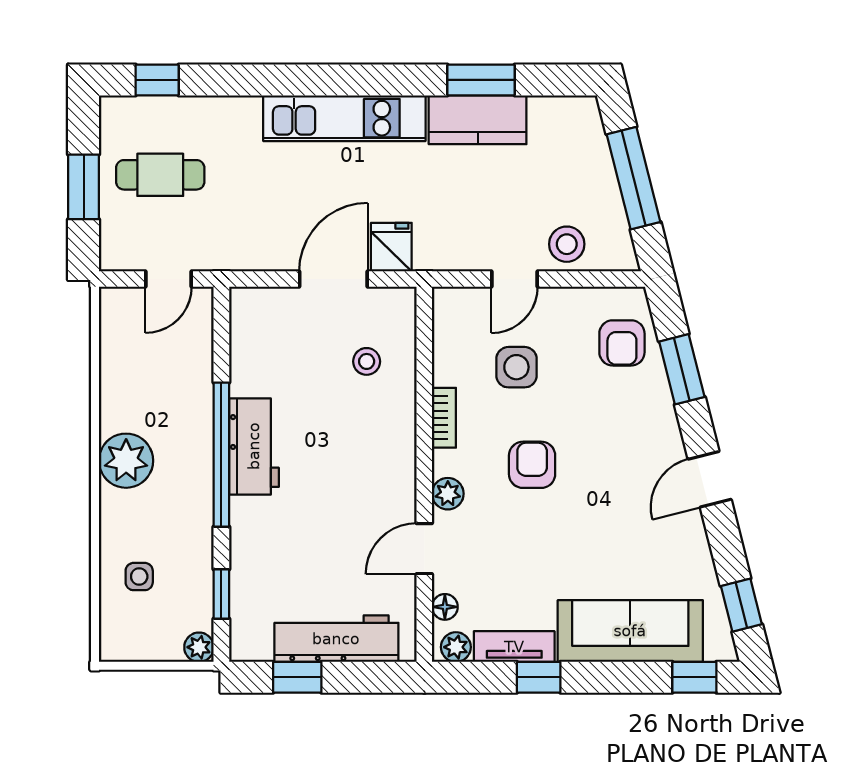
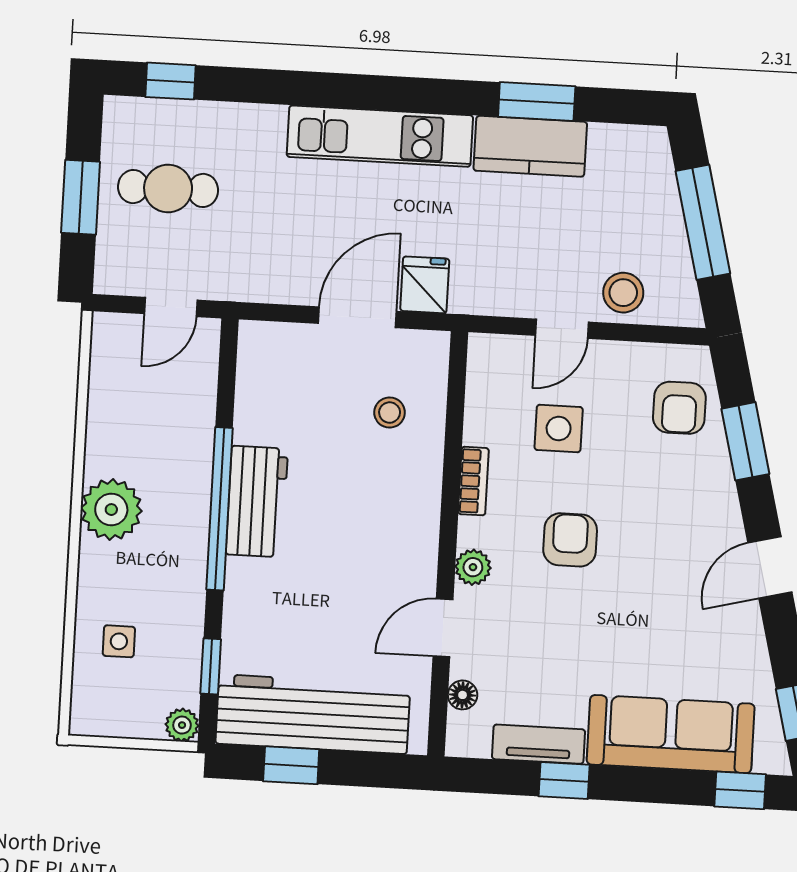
workbench: (336, 639) -> (313, 714), width x1.36, depth x1.32
plant: (456, 647) -> (472, 741), removed

